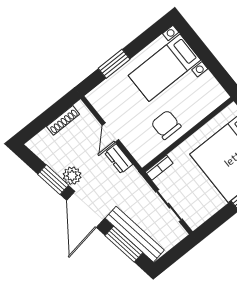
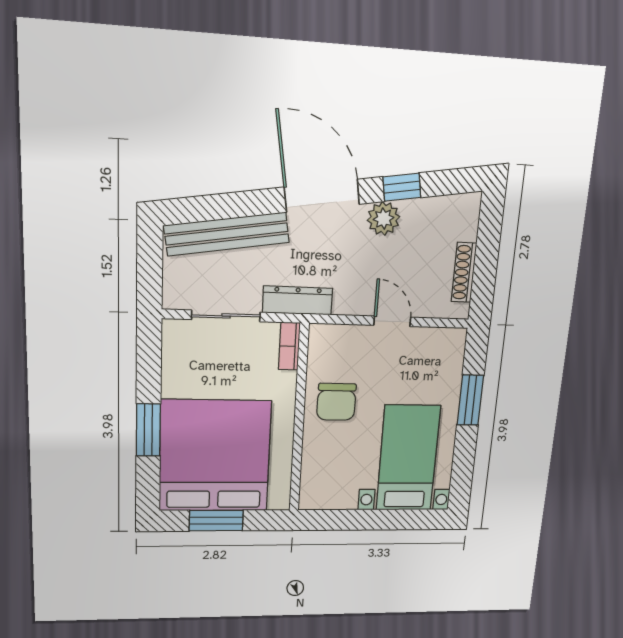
chair: (166, 125) -> (336, 402), turned 90
dresser: (119, 159) -> (298, 301), moved, width x1.44
window: (53, 180) -> (402, 187), width x0.67
window: (124, 244) -> (226, 206), removed

